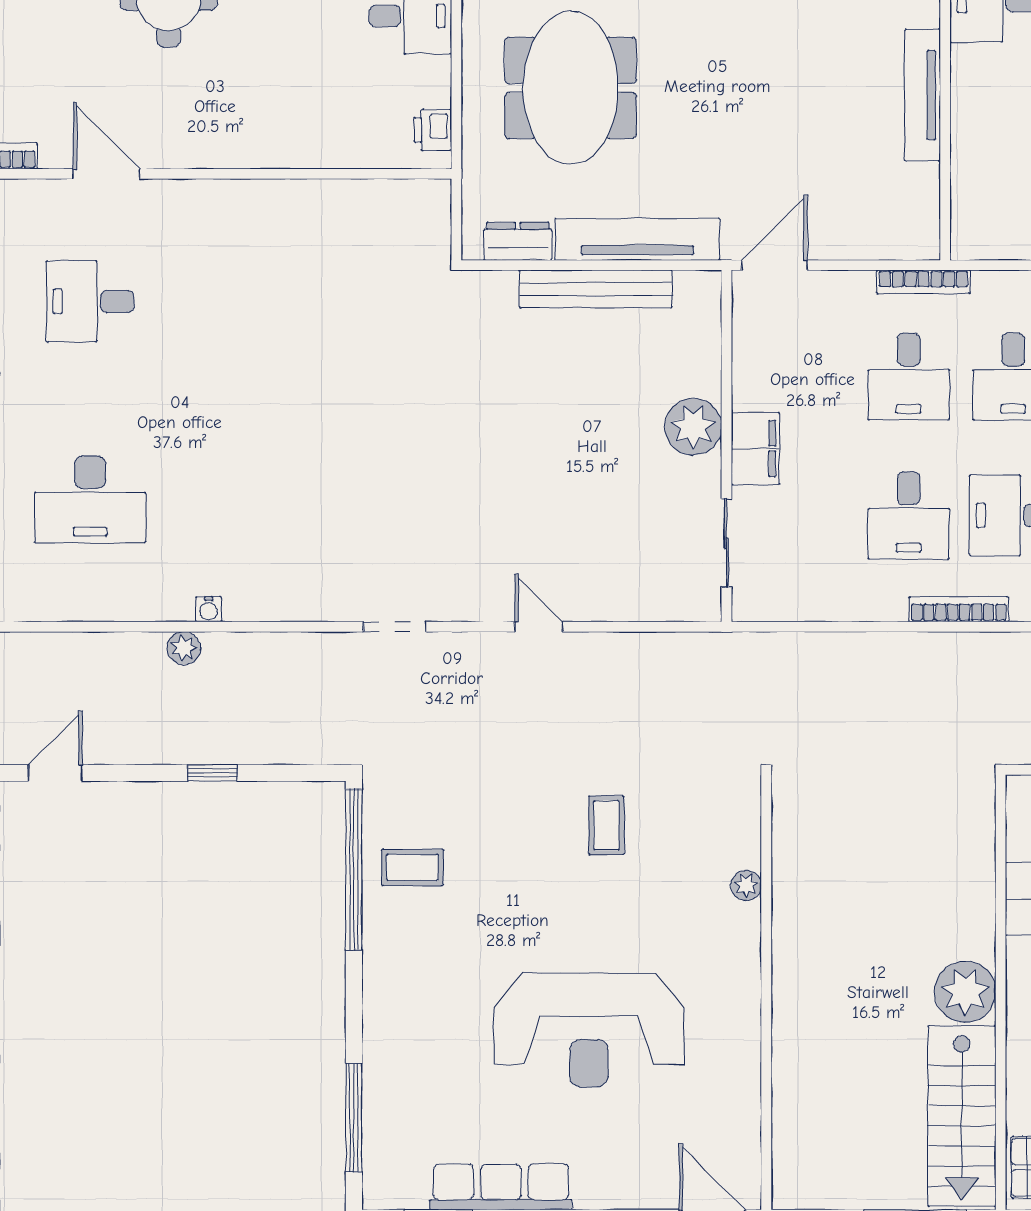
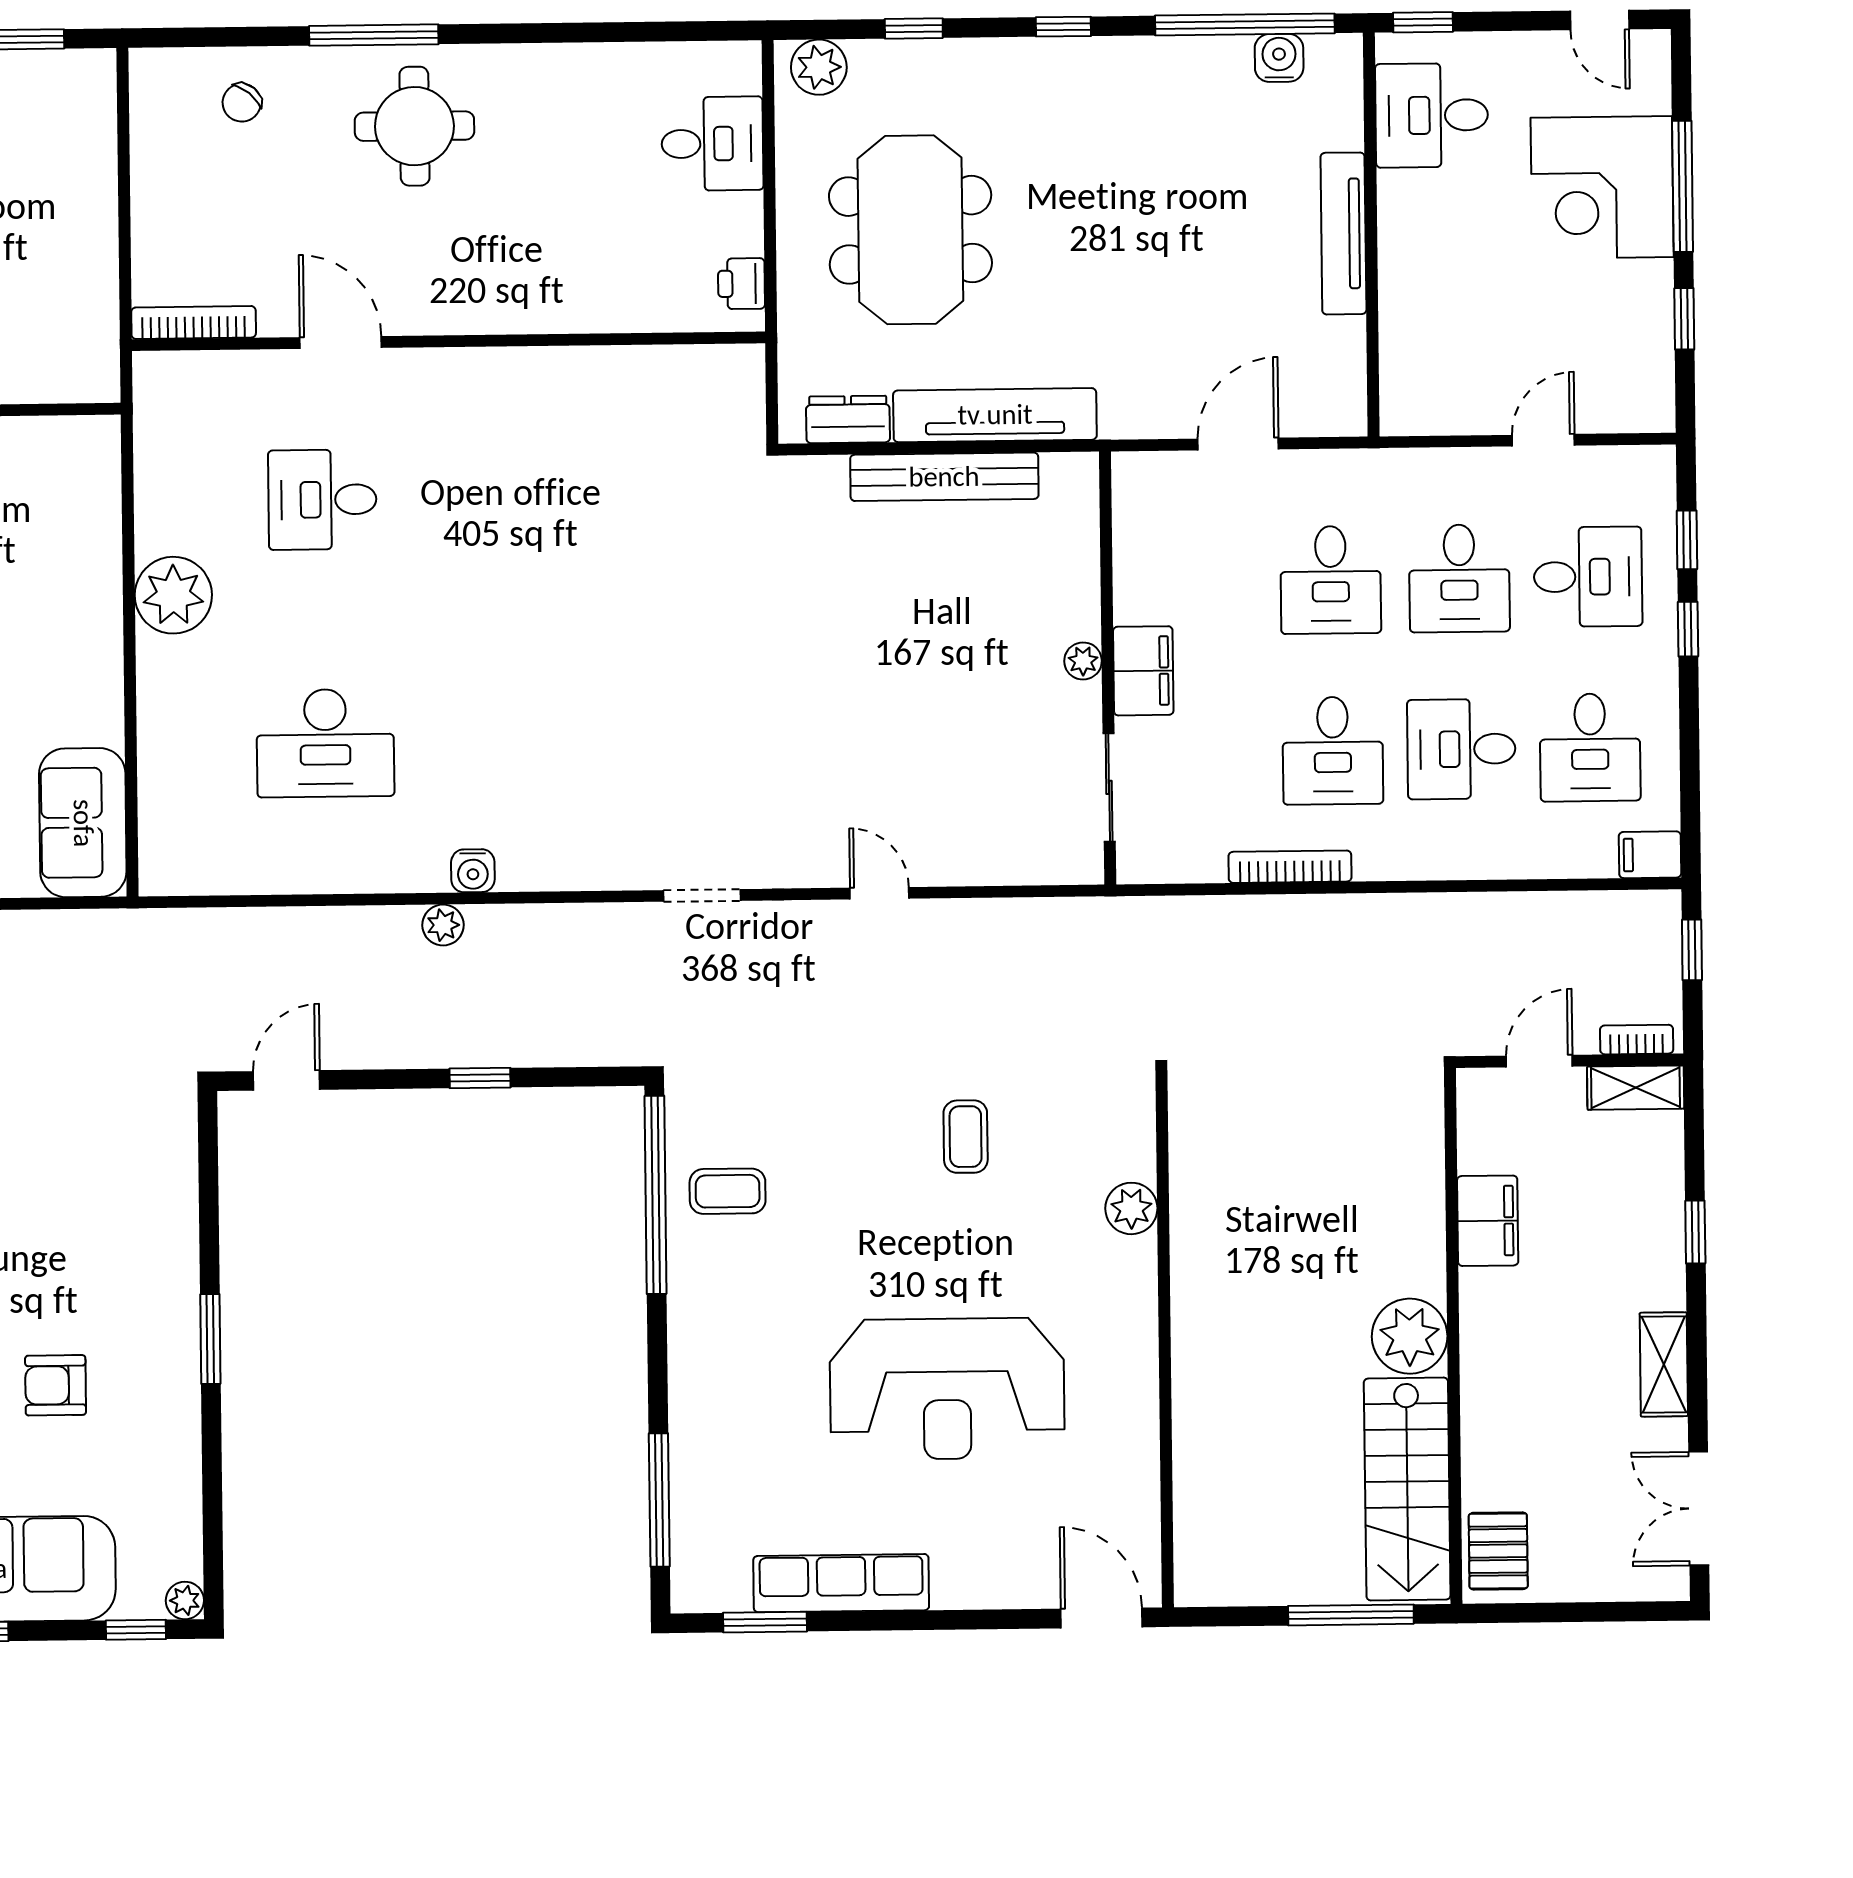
door: (775, 265) -> (1238, 444), moved
bookcase: (923, 282) -> (1348, 463), removed
plant: (693, 427) -> (1083, 661), width x0.53, depth x0.53
water cooler: (209, 609) -> (473, 871), width x1.38, depth x1.38
bookcase: (959, 609) -> (1290, 867), moved
plant: (746, 885) -> (1131, 1208), width x1.38, depth x1.38

